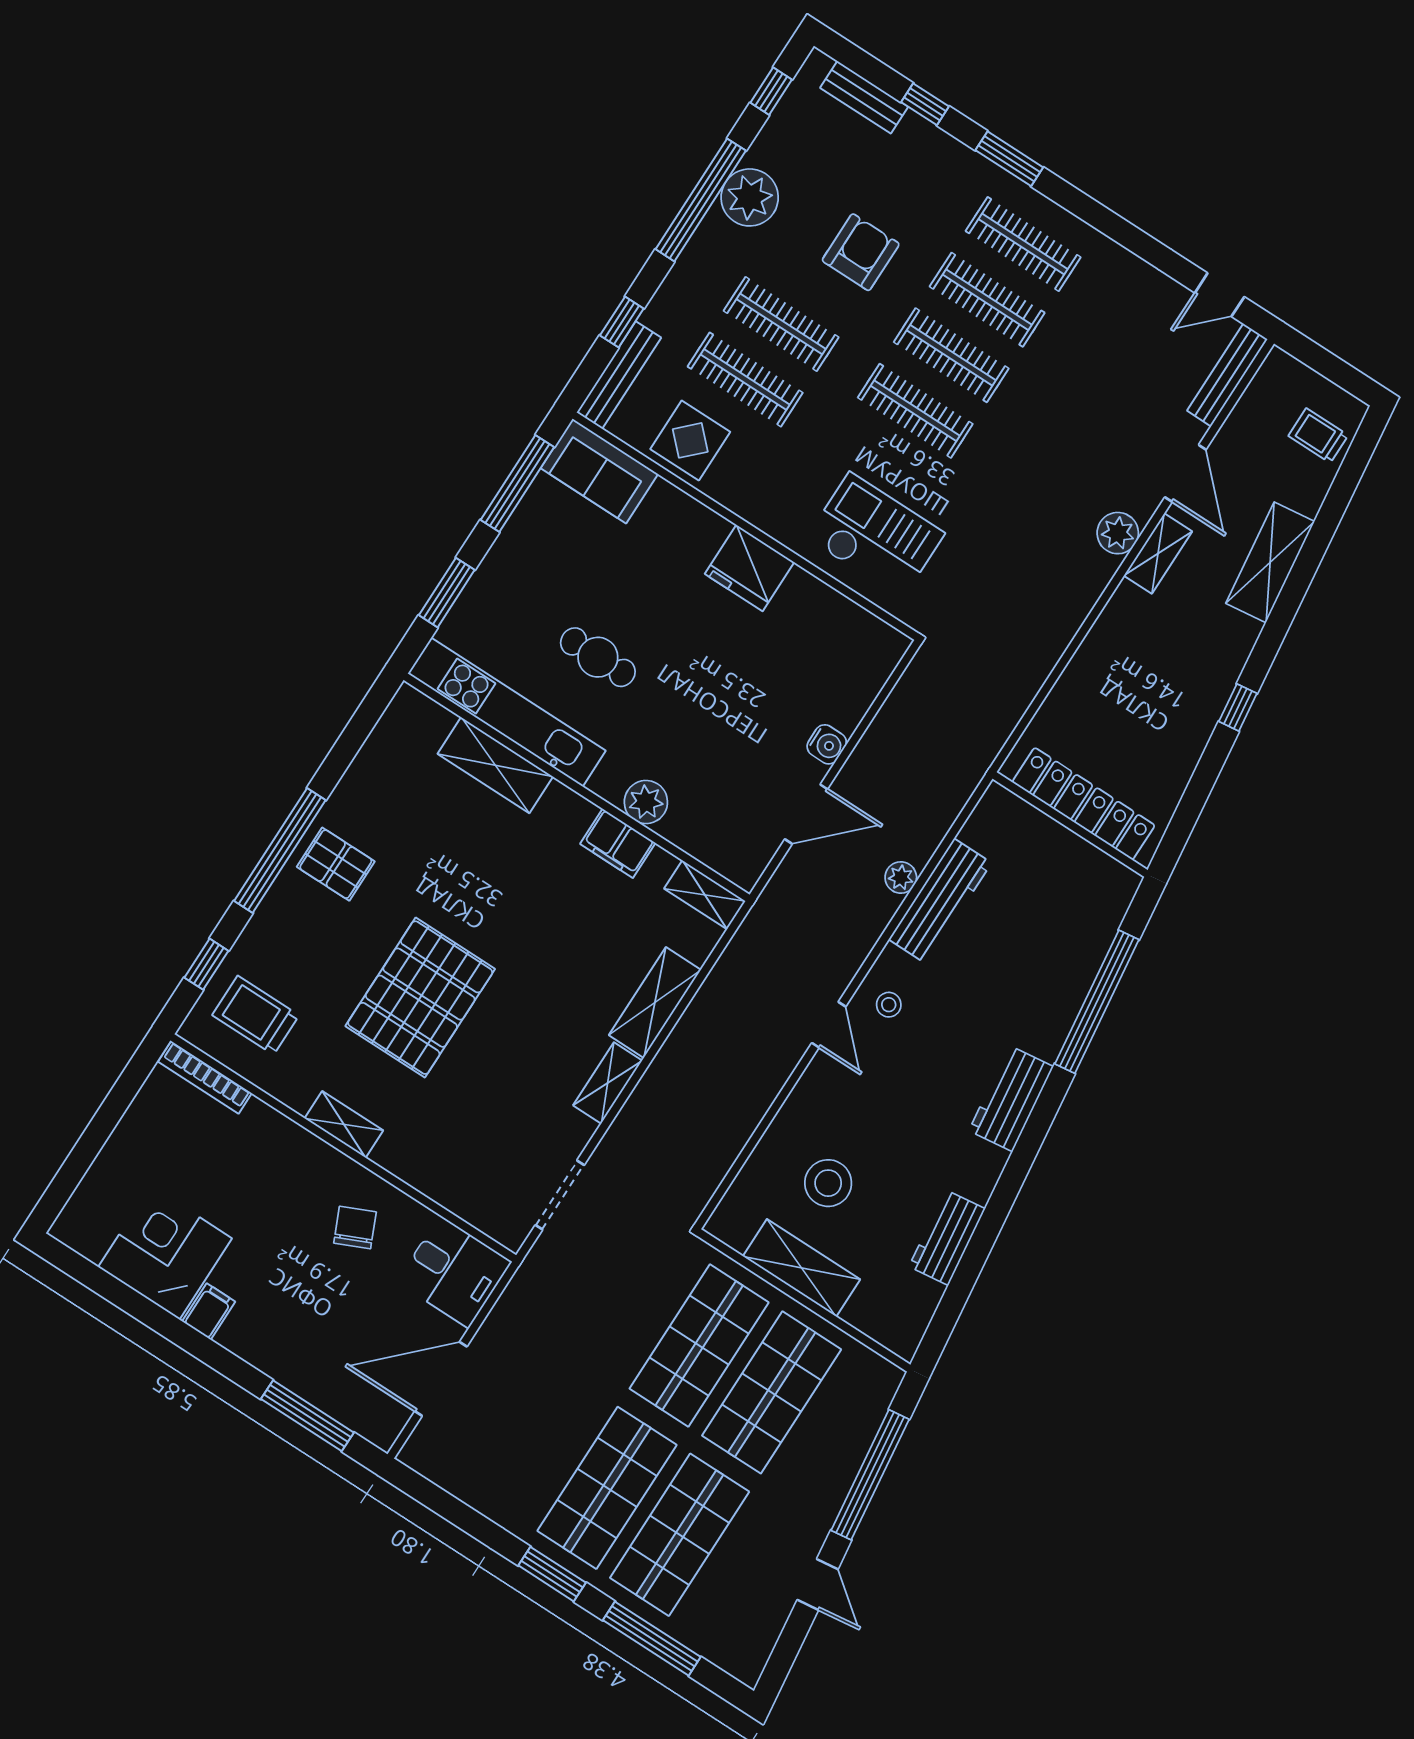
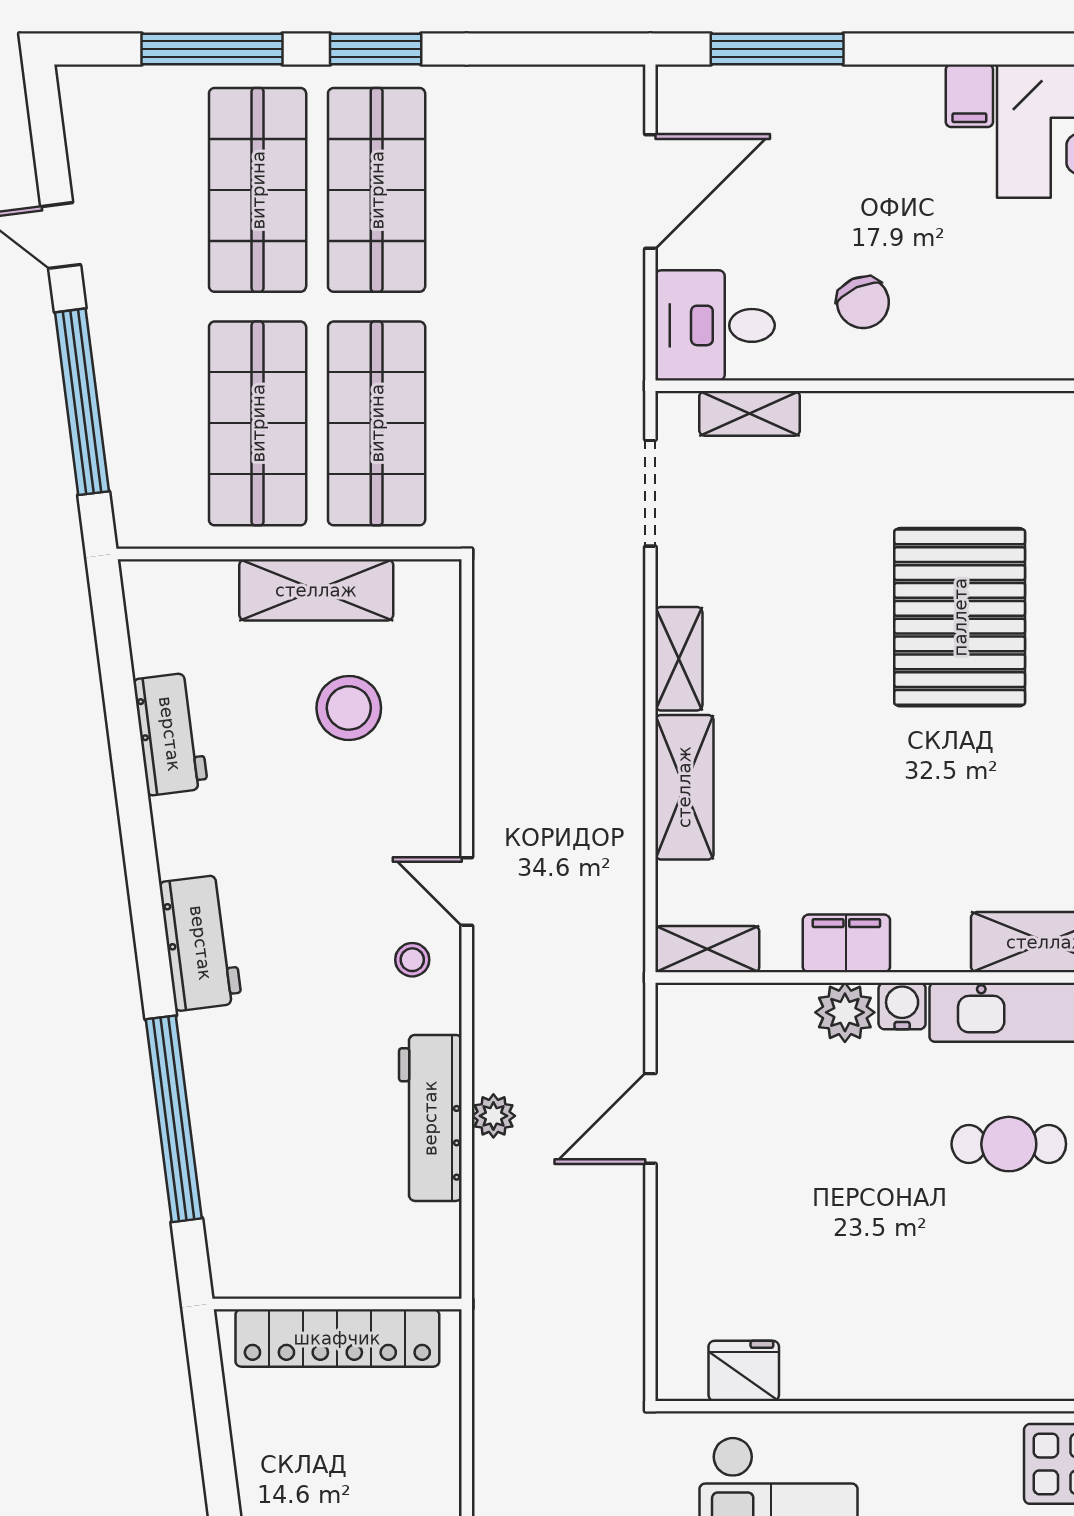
fridge: (750, 568) -> (744, 1371), moved, width x0.73, depth x0.75
water cooler: (827, 744) -> (902, 1006), moved, turned 90
shelving: (344, 1124) -> (750, 413), moved

